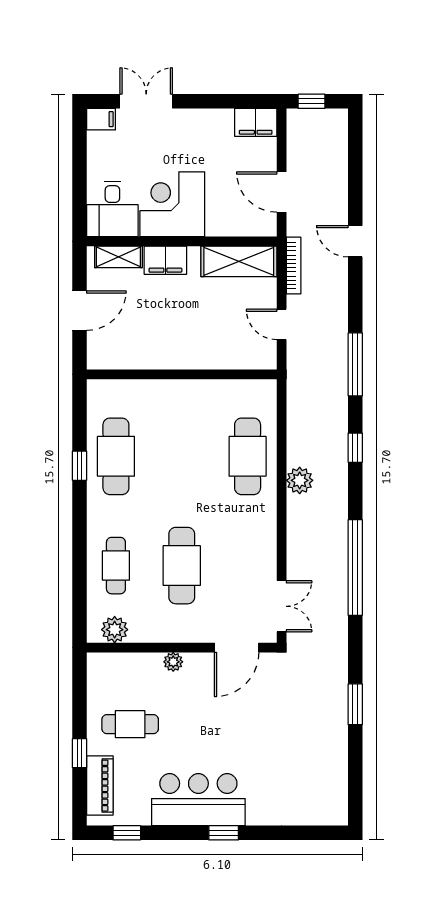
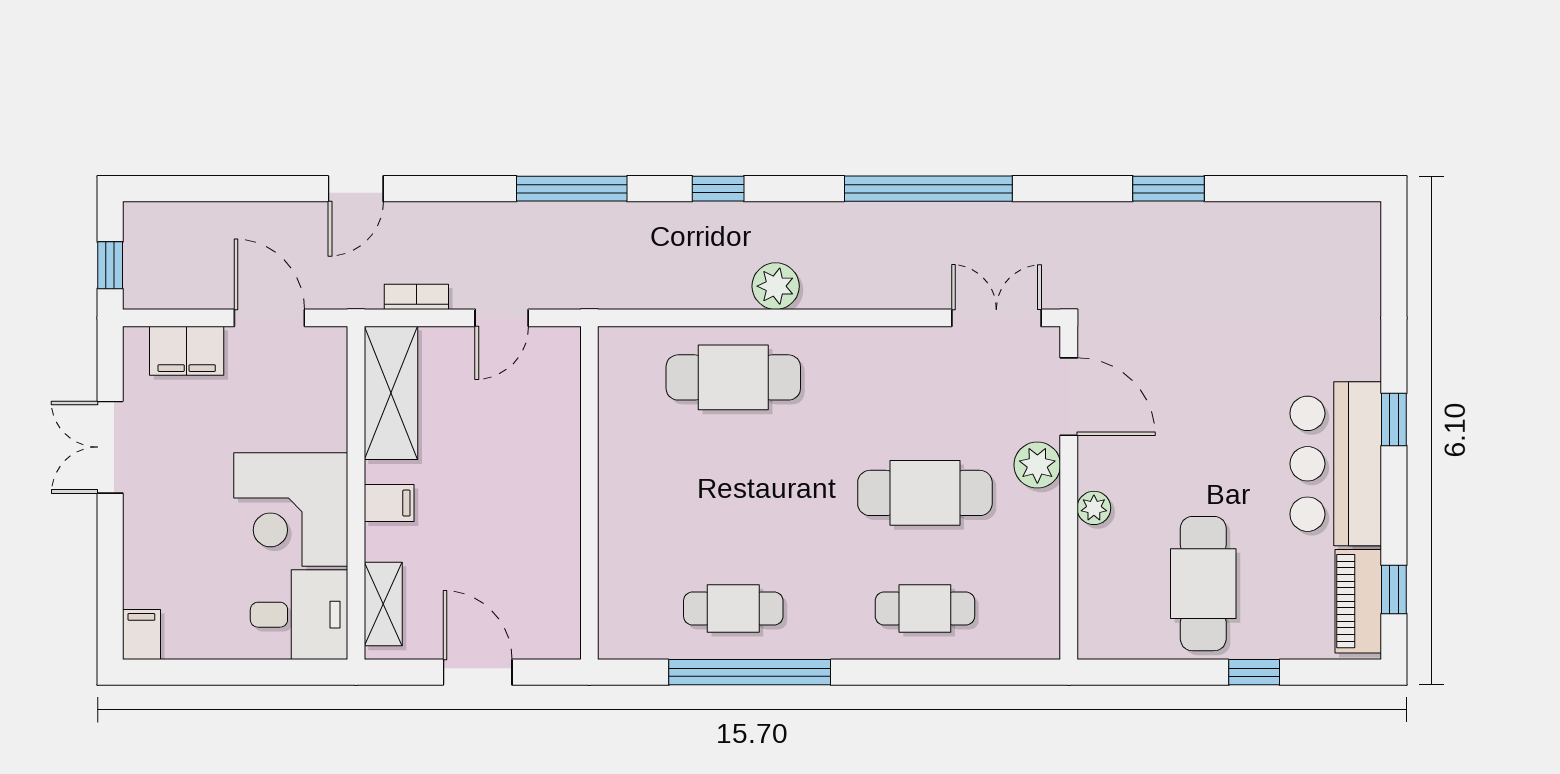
double door: (146, 101) -> (110, 447), moved
filing cabinet: (256, 122) -> (187, 351), moved, turned 90
door: (282, 192) -> (269, 318), swing flipped
filing cabinet: (165, 260) -> (389, 503), width x0.50
bookcase: (294, 266) -> (416, 297), width x0.64
cafe table: (116, 456) -> (733, 608), width x0.73, depth x0.74
window: (80, 466) -> (750, 672), width x3.17
plant: (115, 630) -> (1037, 465), moved
cafe table: (130, 724) -> (1203, 584), width x1.37, depth x1.35
piano: (100, 786) -> (1358, 601), moved, turned -90

